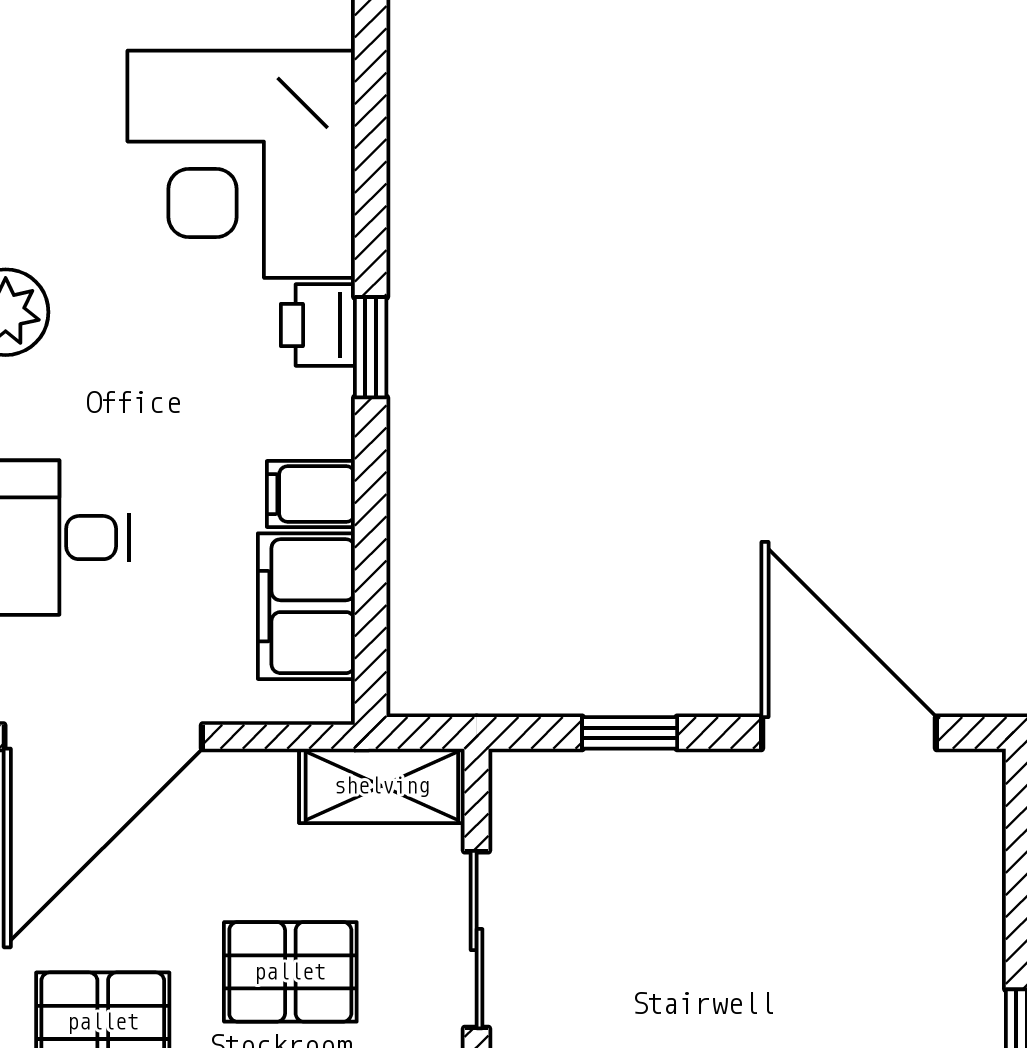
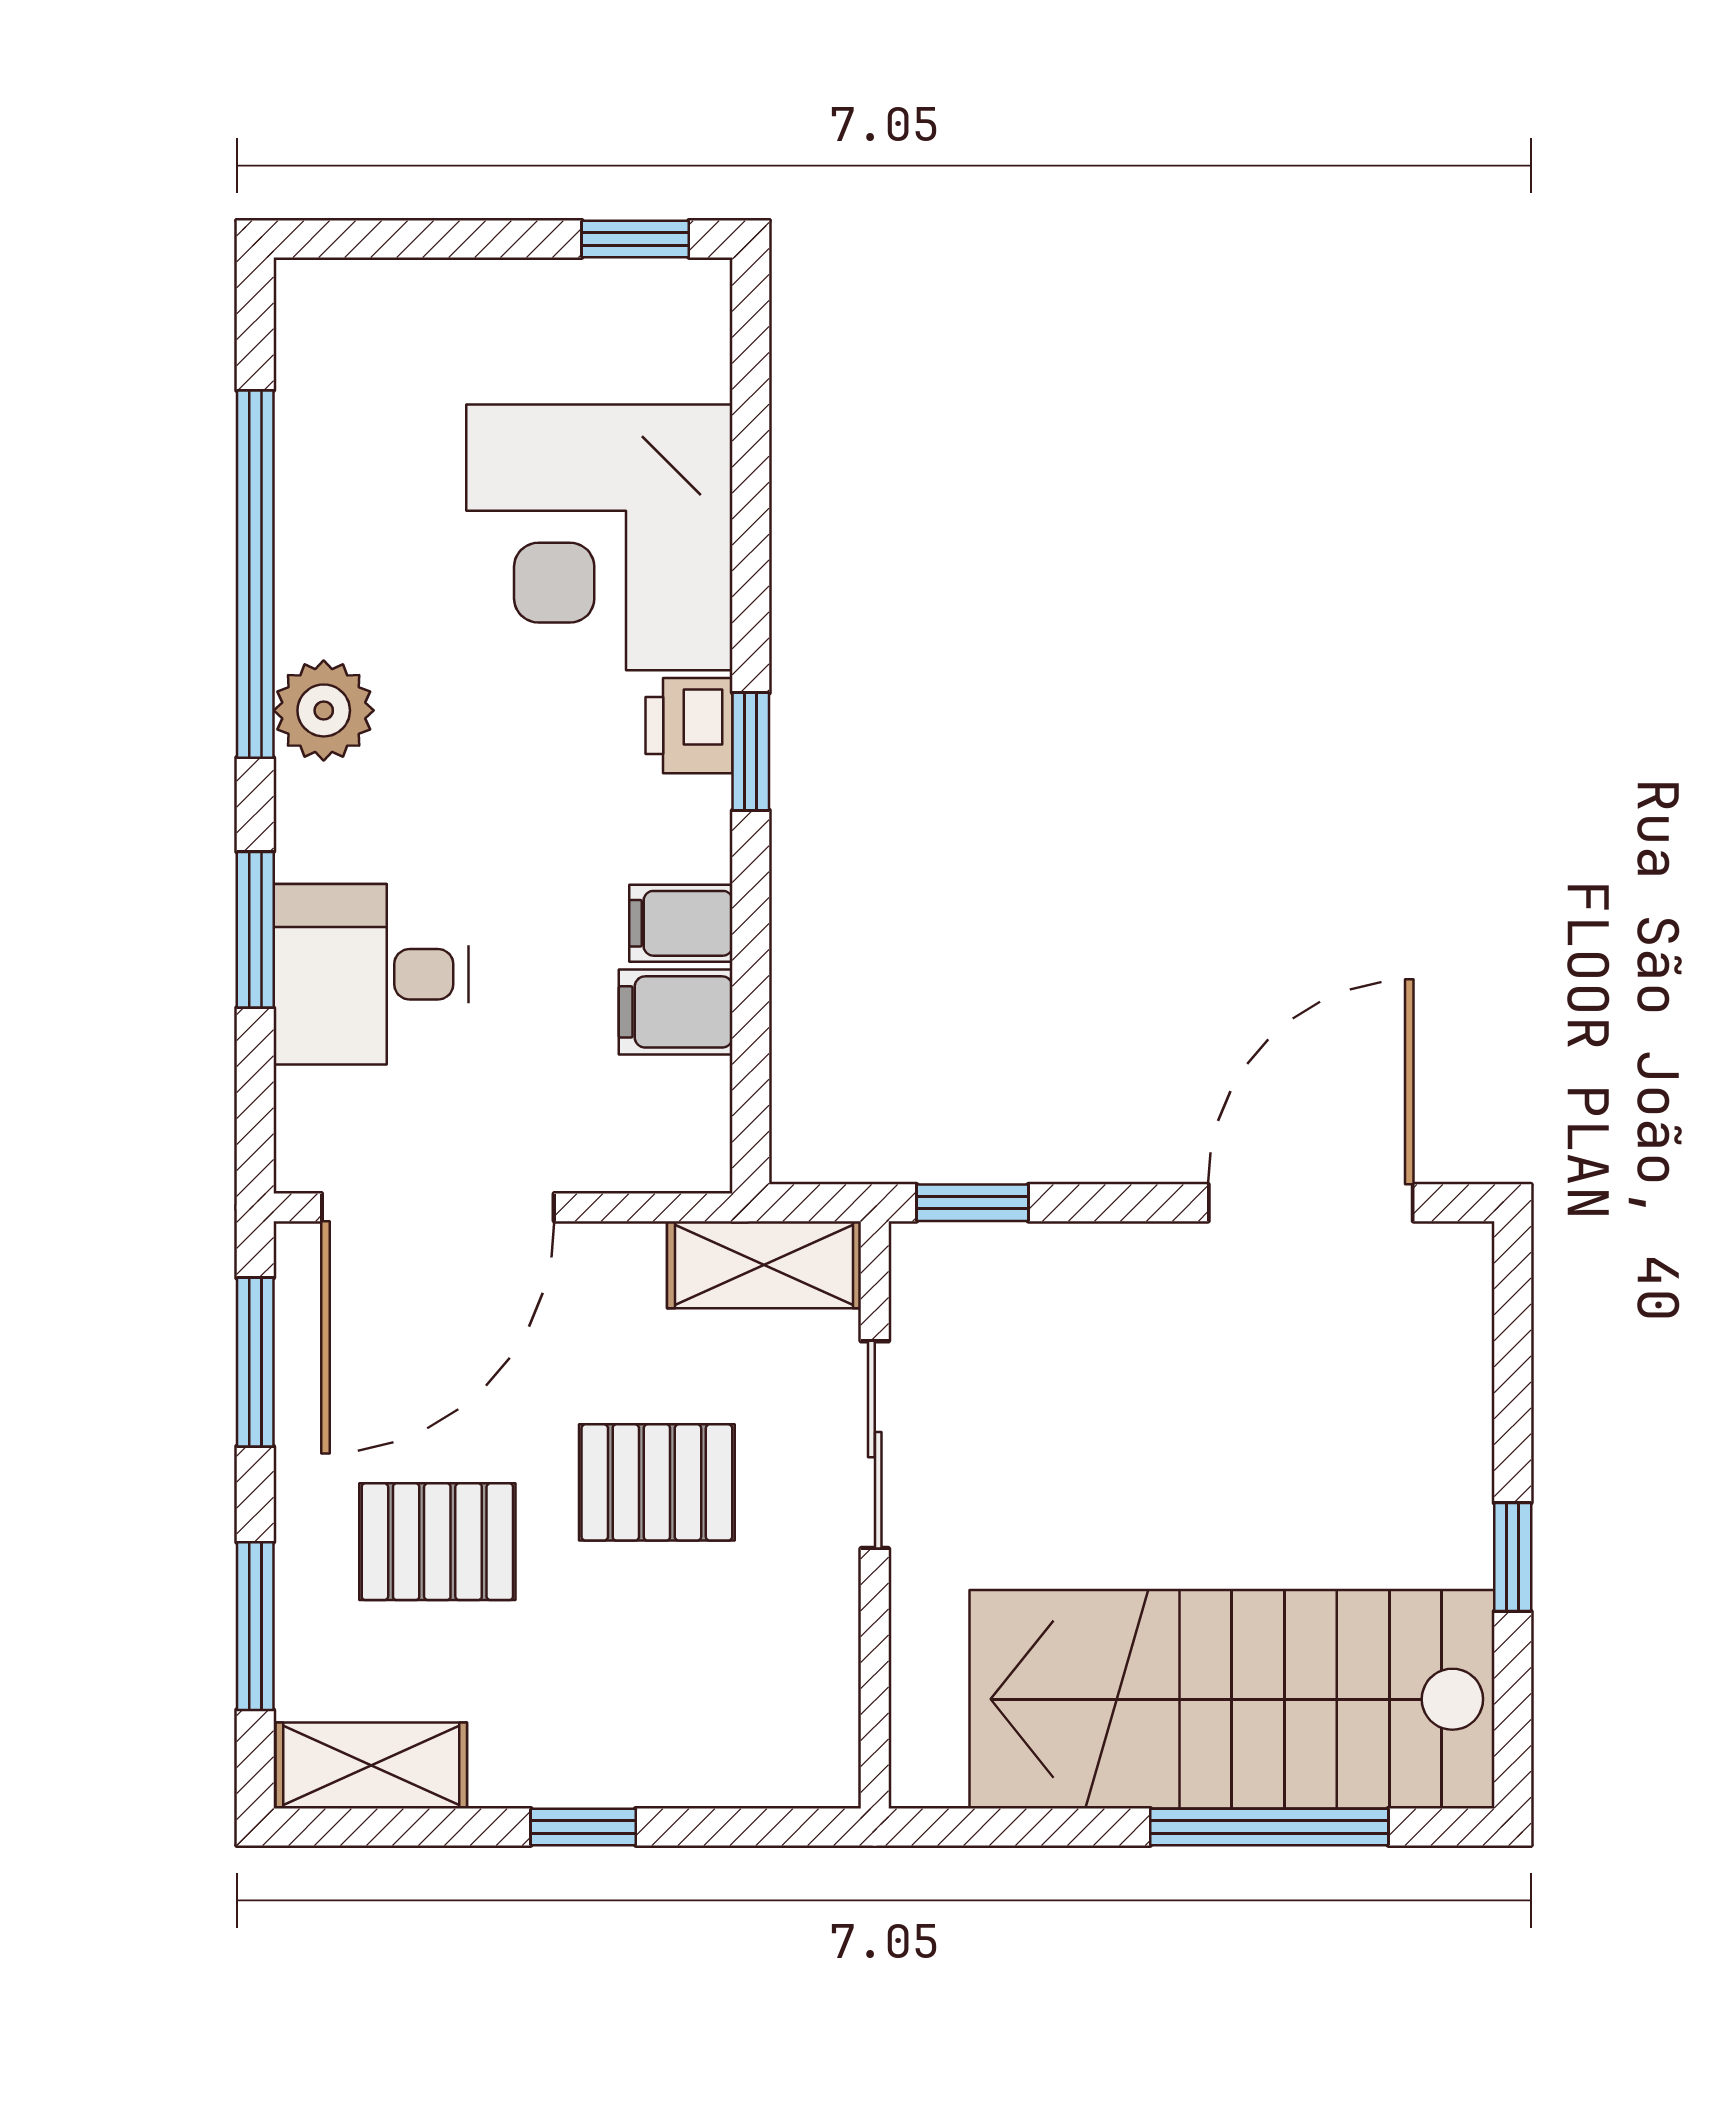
filing cabinet: (306, 606) -> (676, 1012), width x0.50
window: (630, 733) -> (972, 1203), moved
door: (849, 733) -> (1311, 1203), hinge flipped

